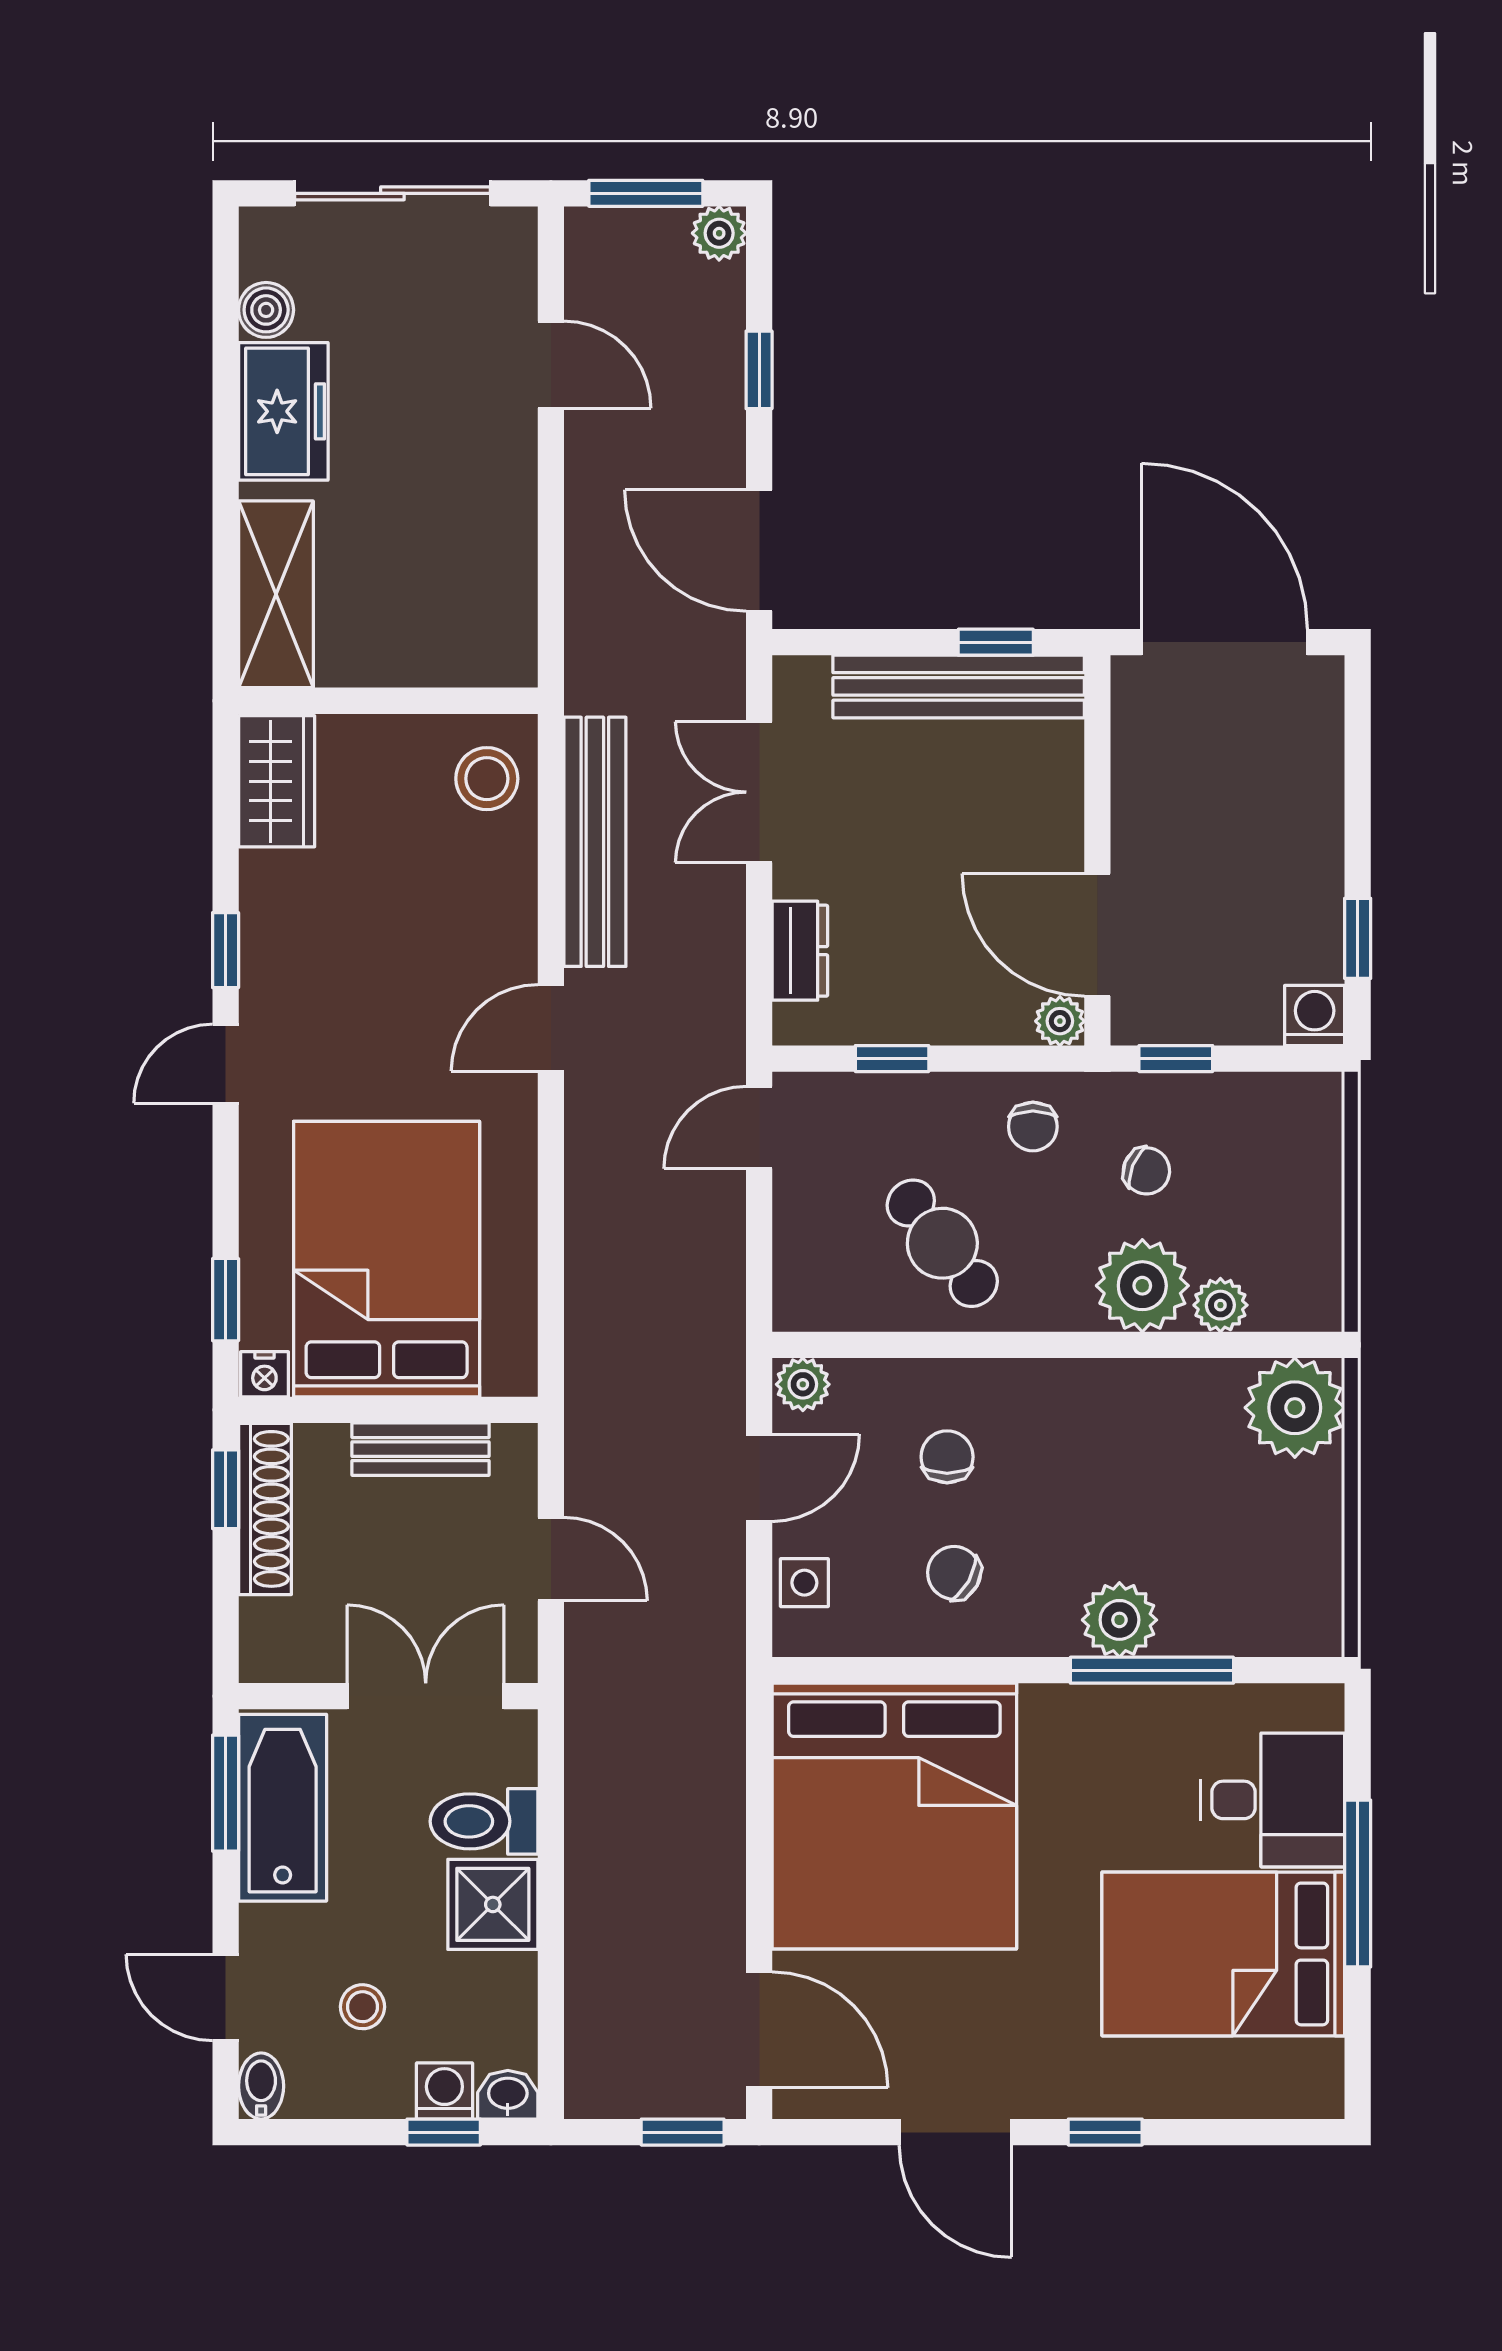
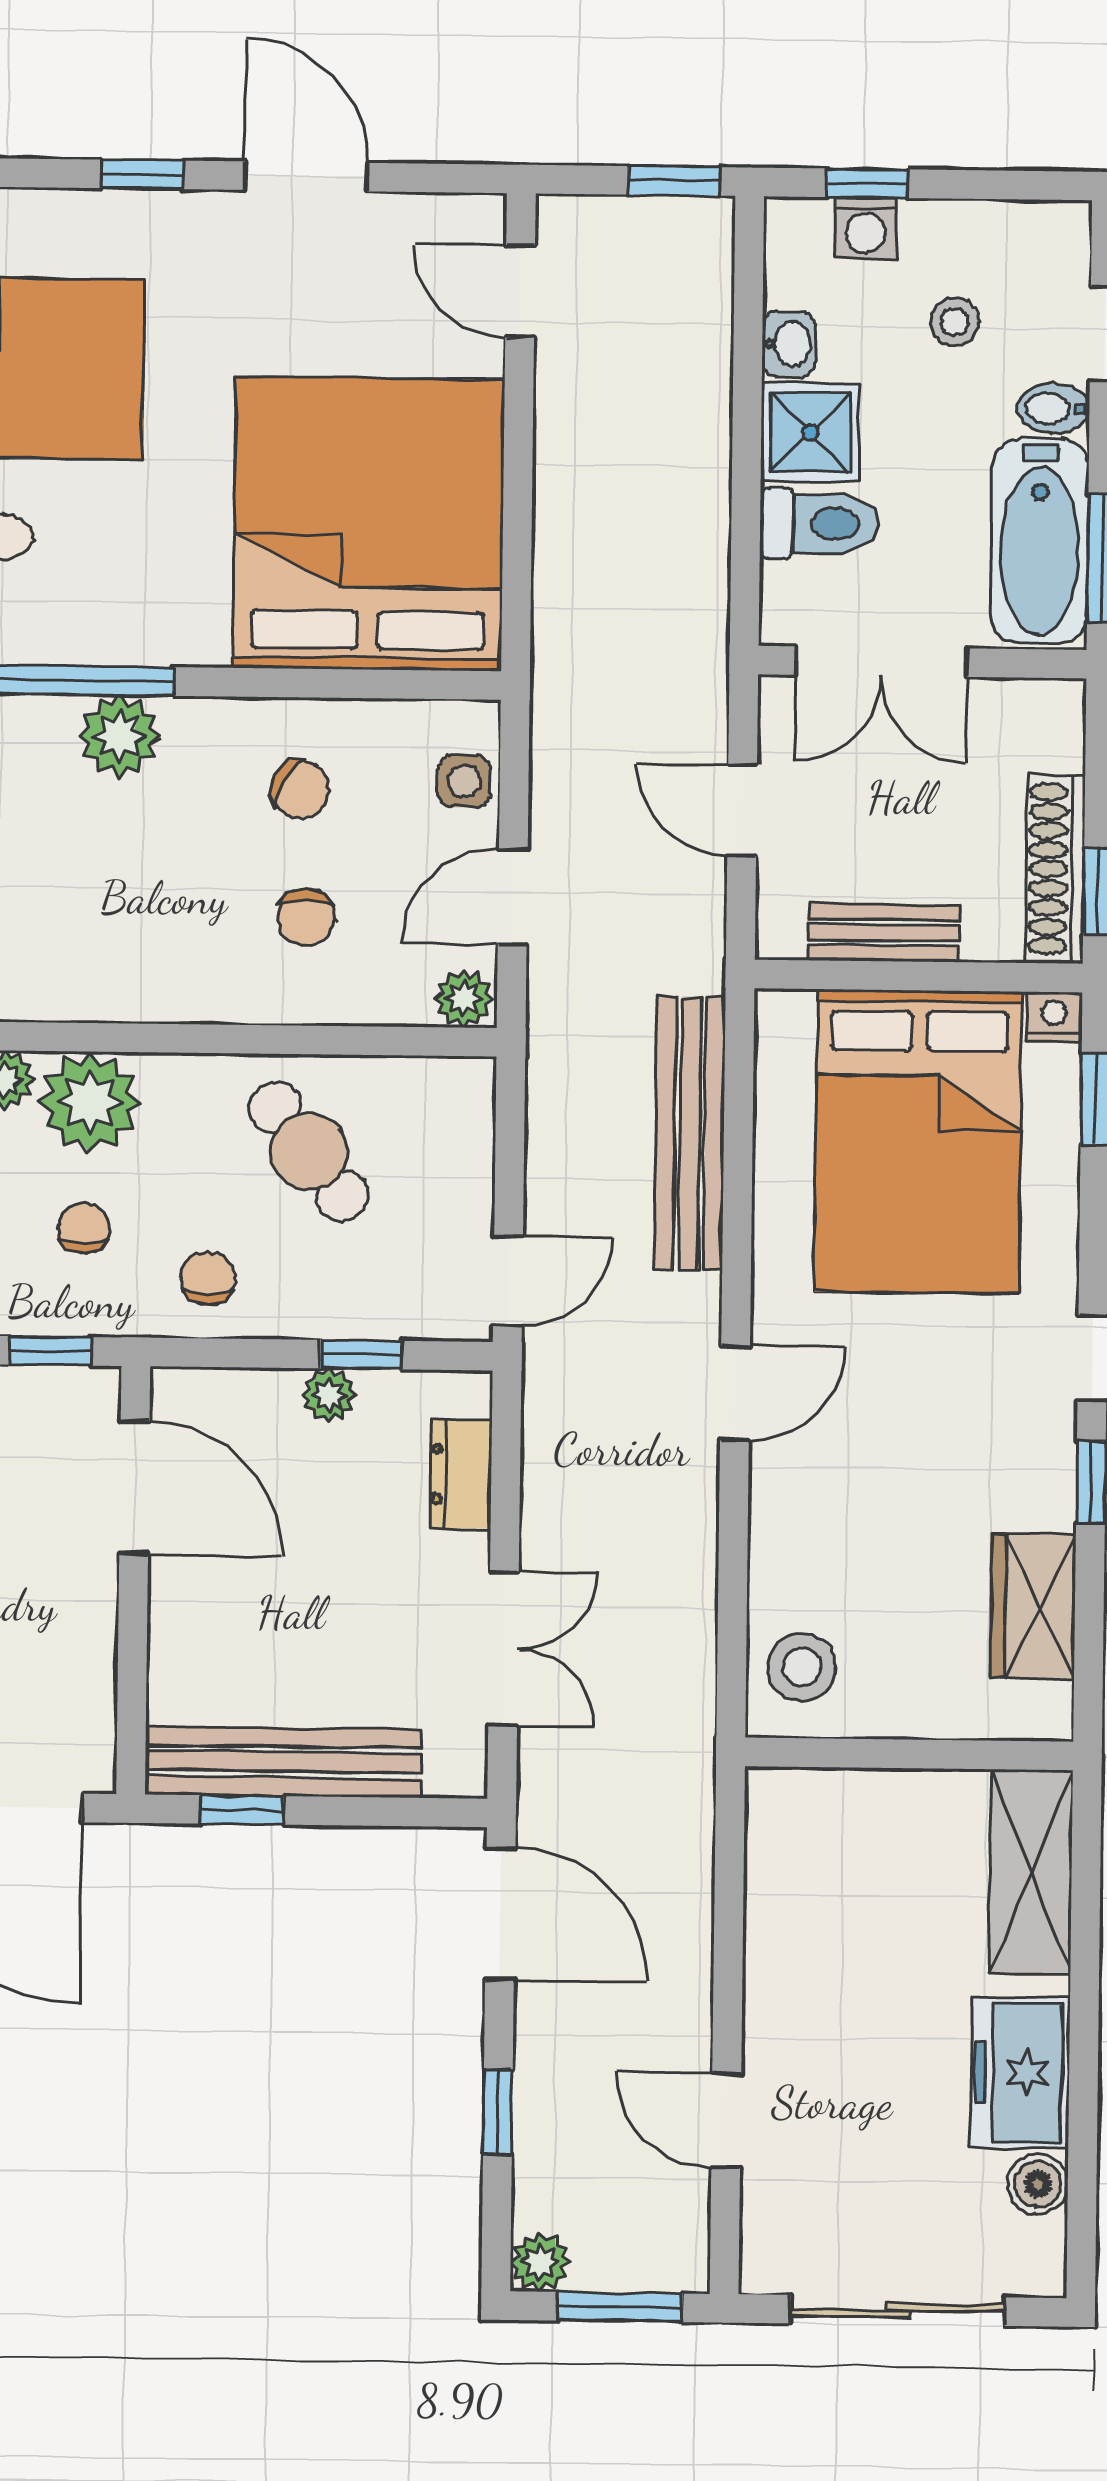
wardrobe: (277, 781) -> (1033, 1606), moved
bench: (595, 842) -> (690, 1133), moved
plant: (1060, 1021) -> (329, 1395), moved
chair: (1146, 1171) -> (84, 1228), turned 68
door: (759, 2030) -> (520, 291), width x0.73
bidet: (261, 2086) -> (1053, 409), moved, turned 90
washbasin: (508, 2095) -> (789, 344), moved, turned -90
window: (683, 2132) -> (674, 181), moved

